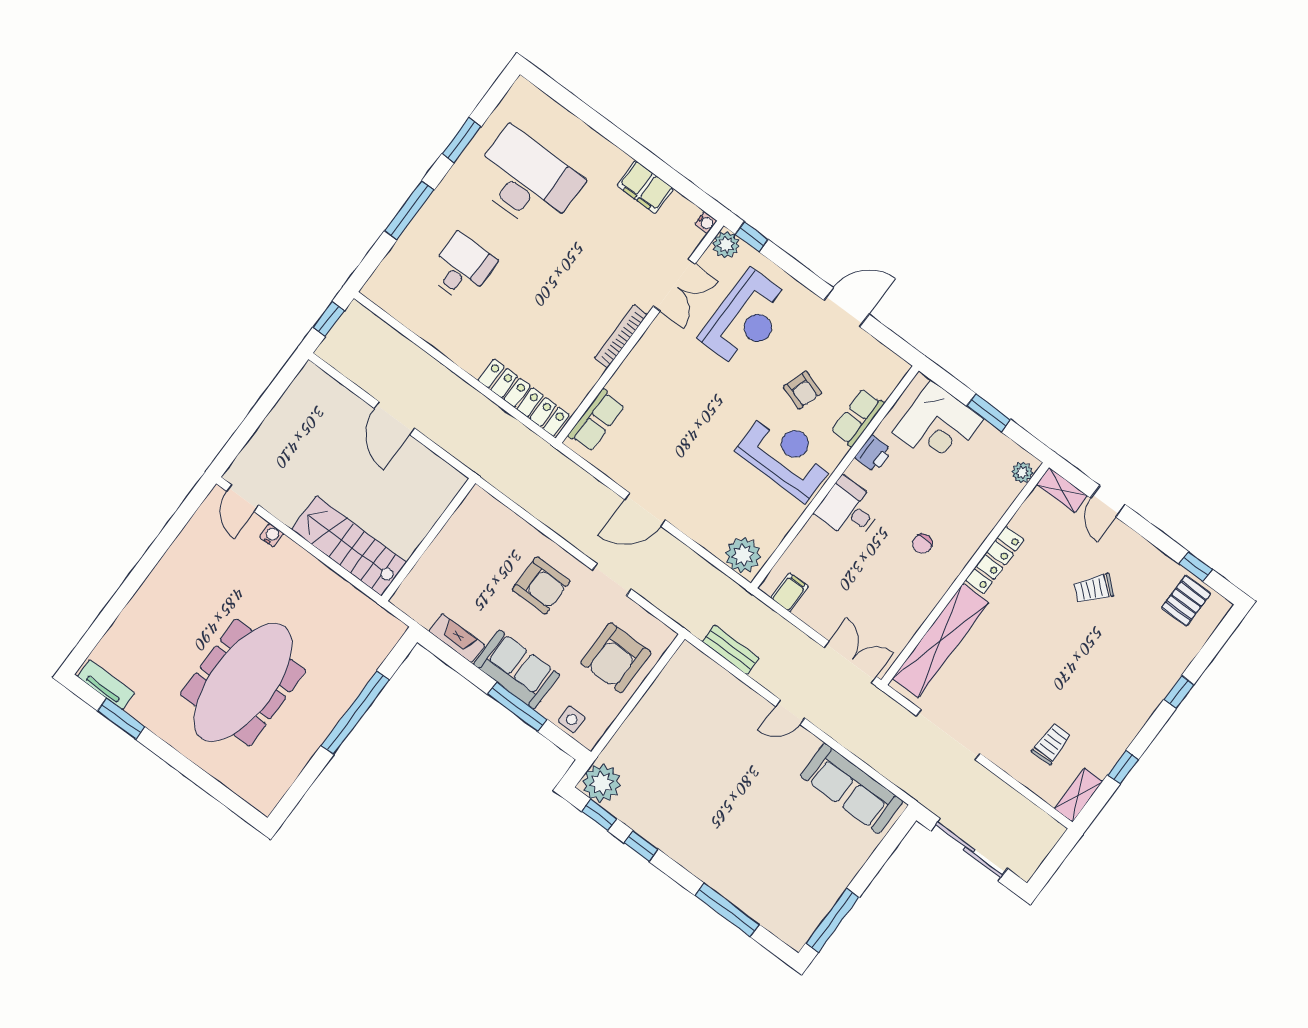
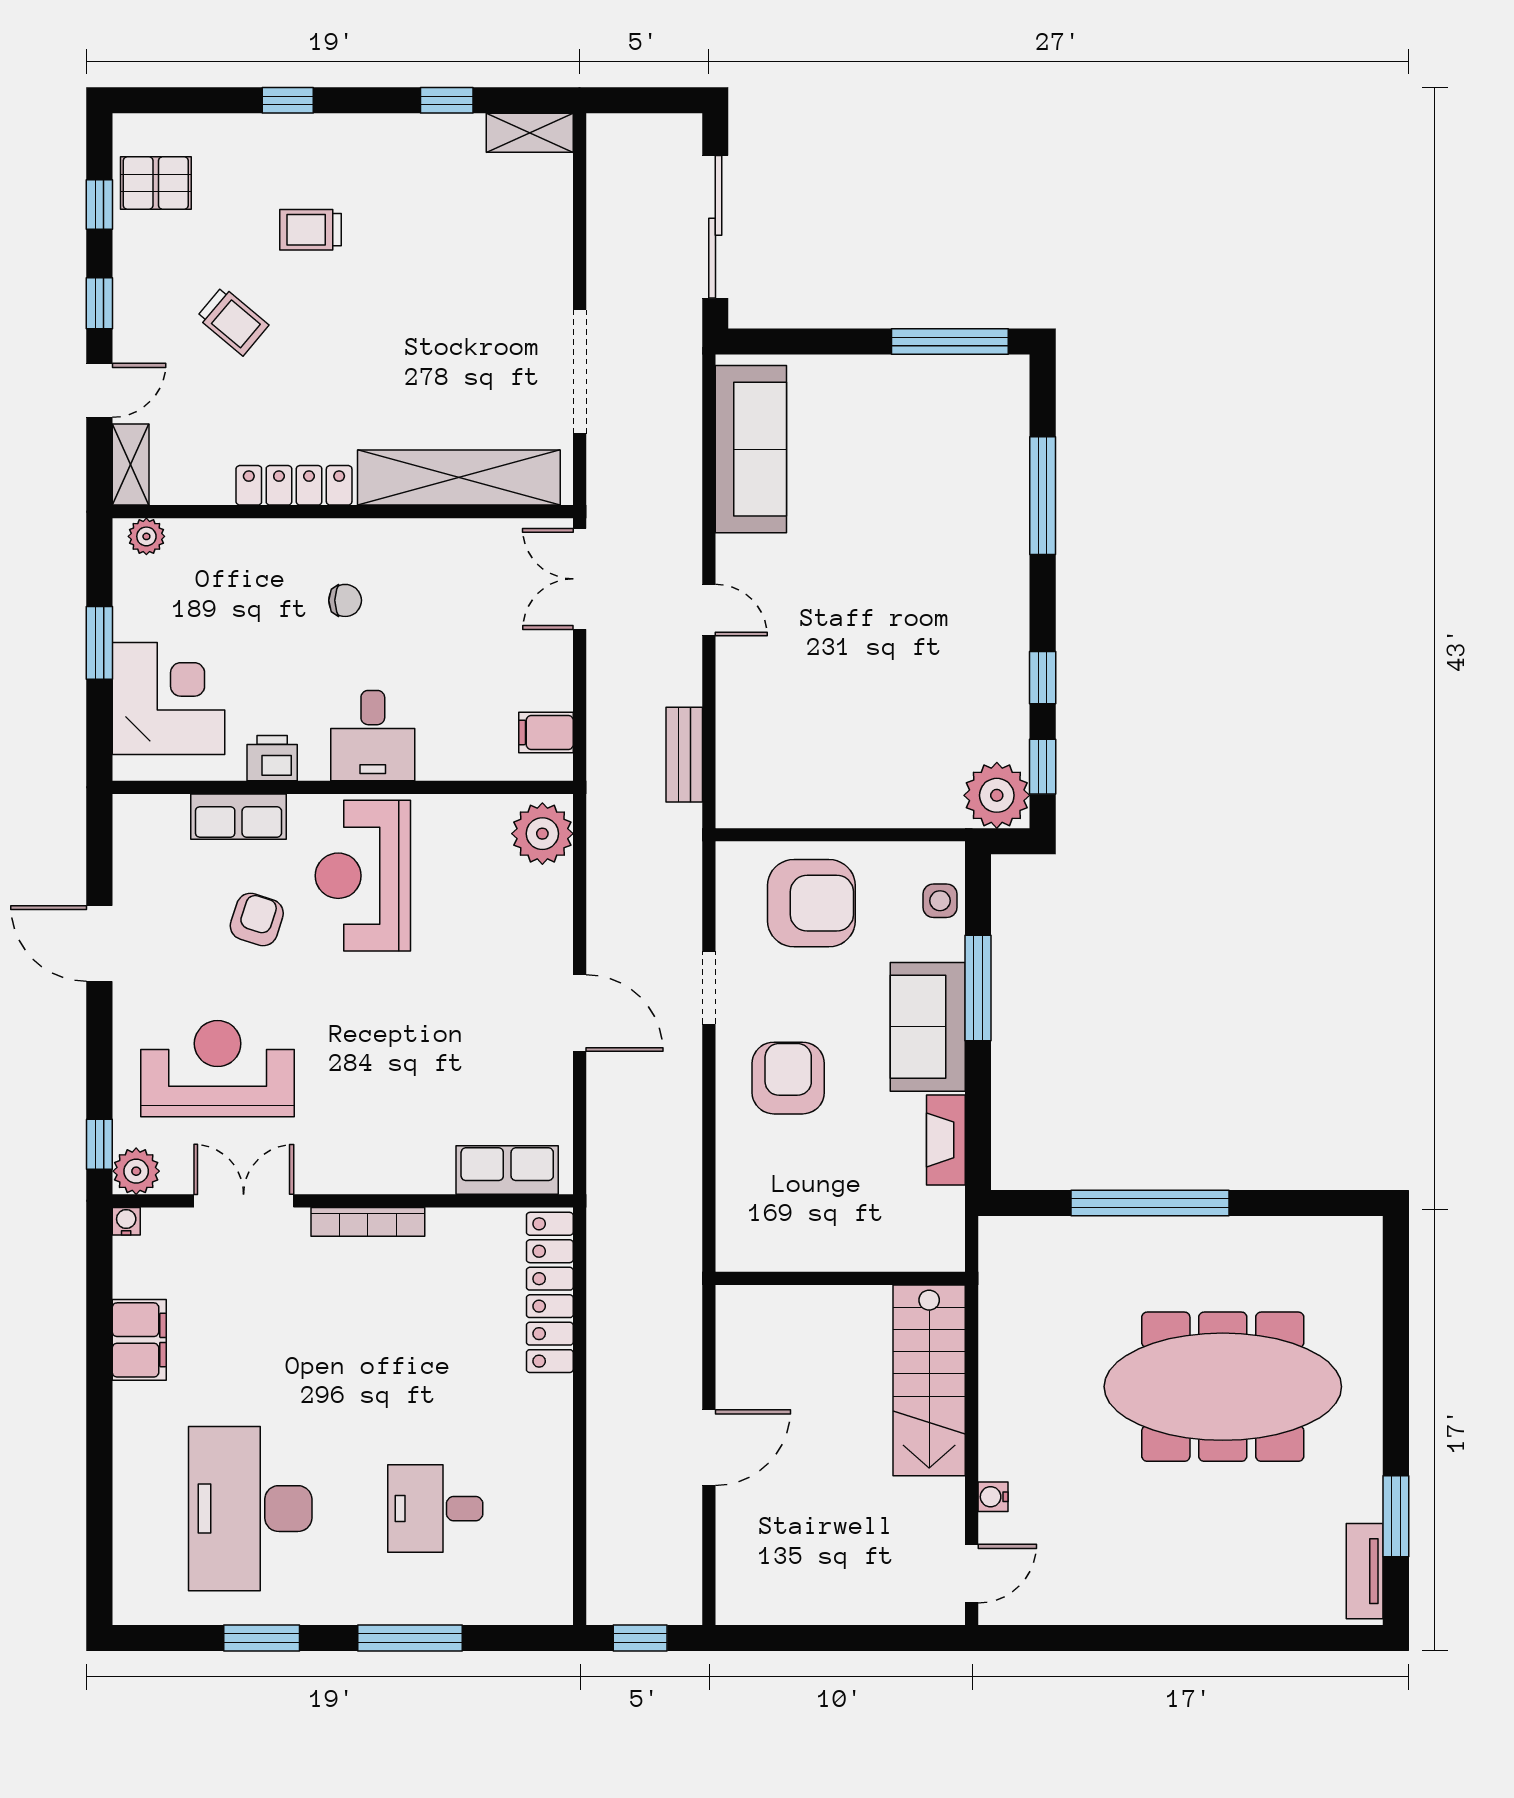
window: (1149, 532) -> (99, 303), added
trolley: (1051, 744) -> (310, 230), moved

